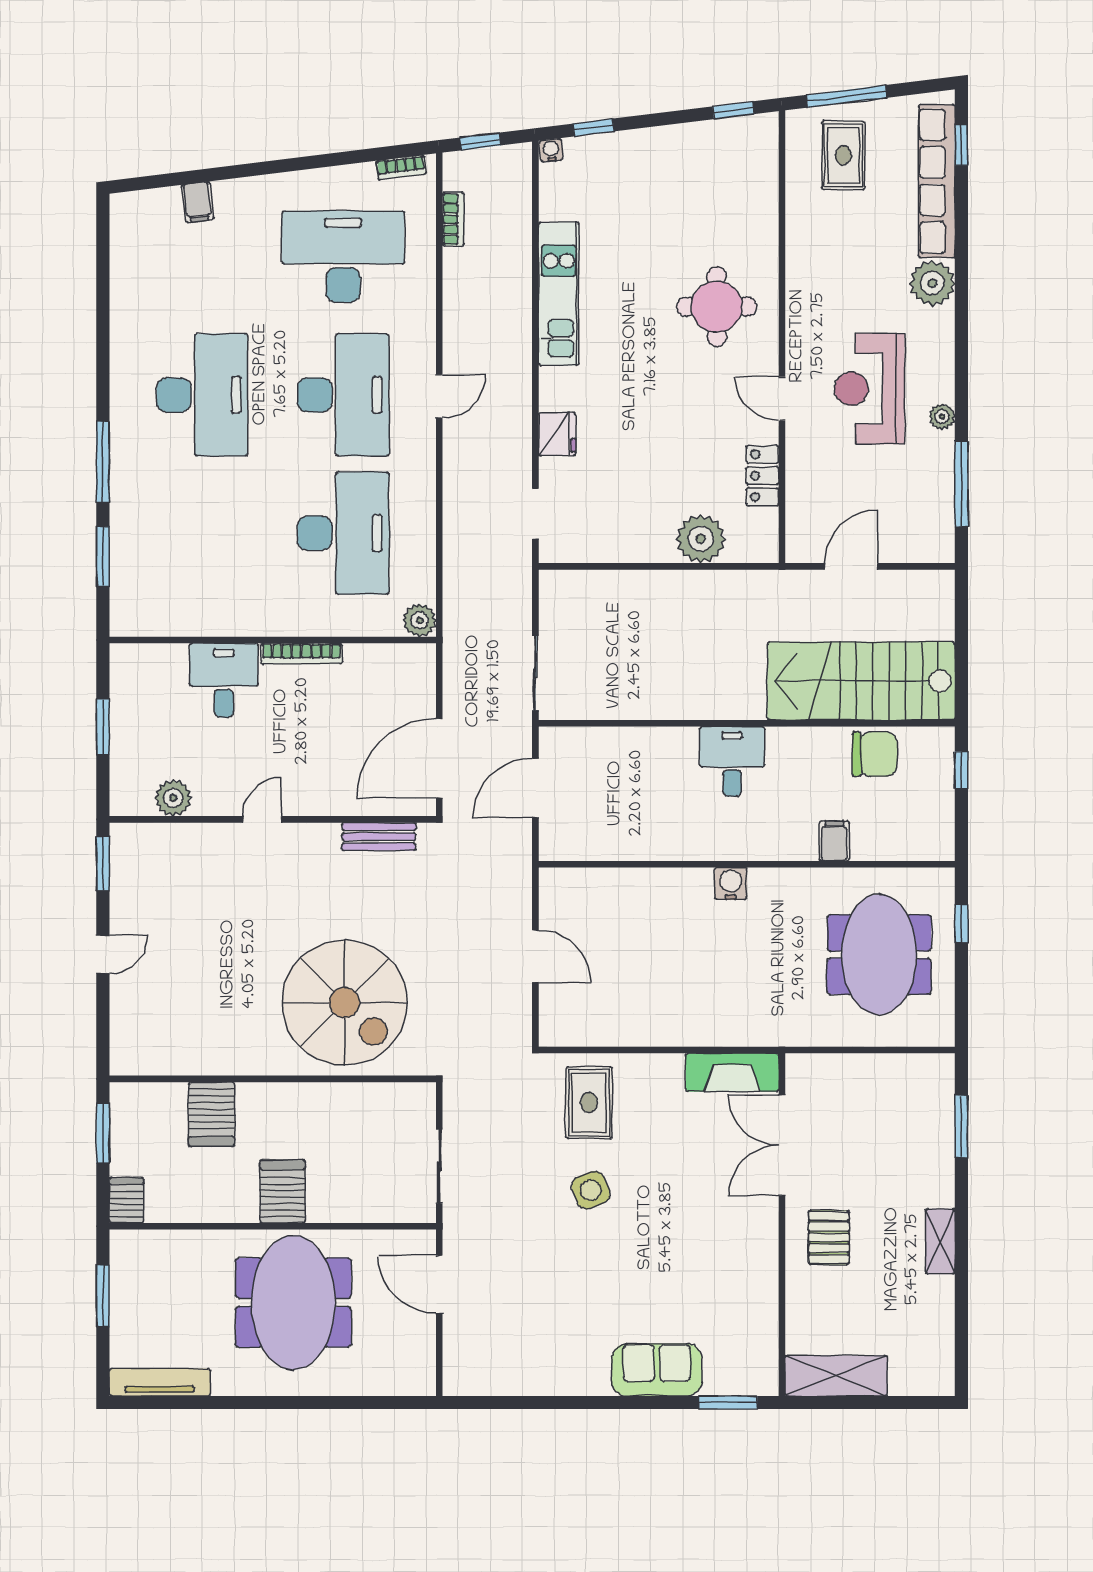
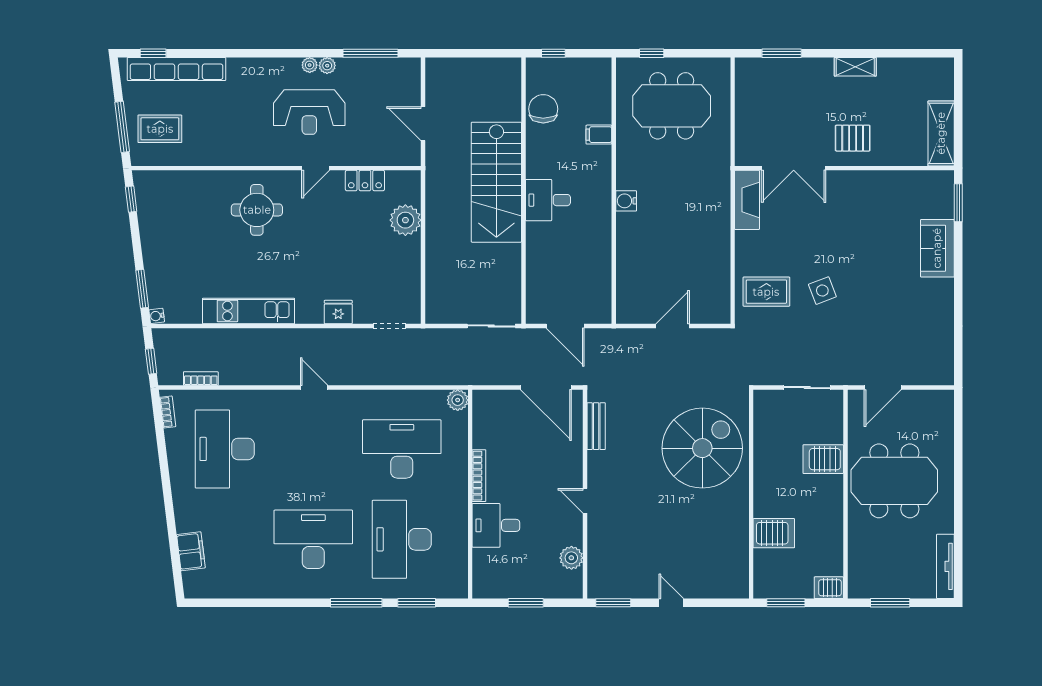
window: (594, 128) -> (142, 289), width x1.50
filing cabinet: (198, 202) -> (191, 551), width x2.00
plant: (932, 283) -> (310, 65), moved, width x0.53, depth x0.53
desk: (343, 395) -> (402, 539), moved, turned -90
stairs: (861, 681) -> (496, 182), moved
server rack: (283, 1191) -> (823, 459), moved

